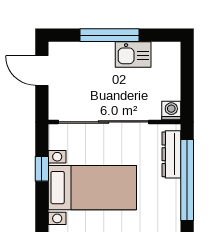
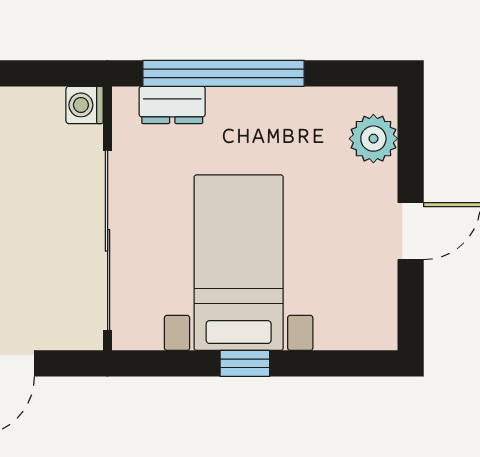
dresser: (171, 154) -> (172, 105), width x0.70
window: (42, 169) -> (245, 363), moved

